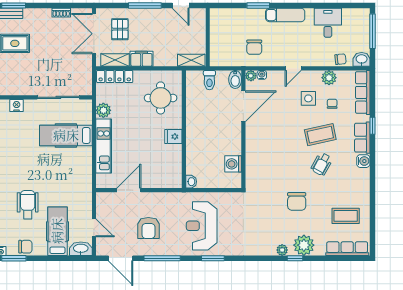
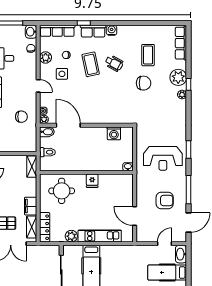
coffee table: (346, 216) -> (148, 55), moved

